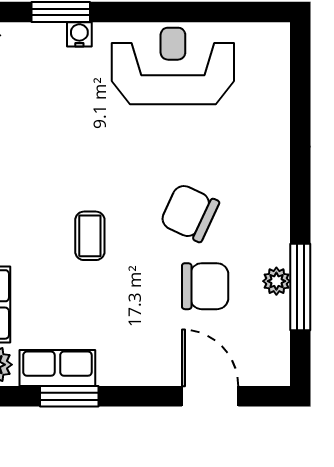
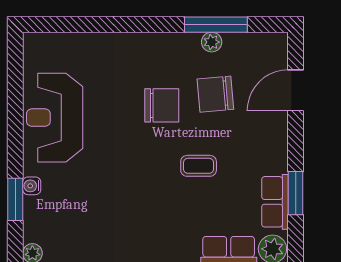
chair: (190, 213) -> (162, 105), turned -115
coffee table: (90, 236) -> (199, 166), moved
chair: (205, 286) -> (215, 94), turned -95

